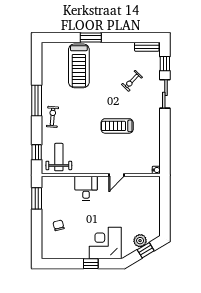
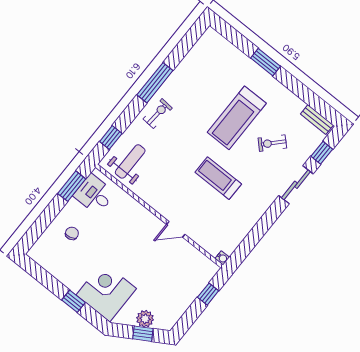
treadmill: (79, 66) -> (237, 118), moved
desk: (86, 188) -> (94, 194), moved, turned -90
window: (165, 197) -> (208, 294), added

